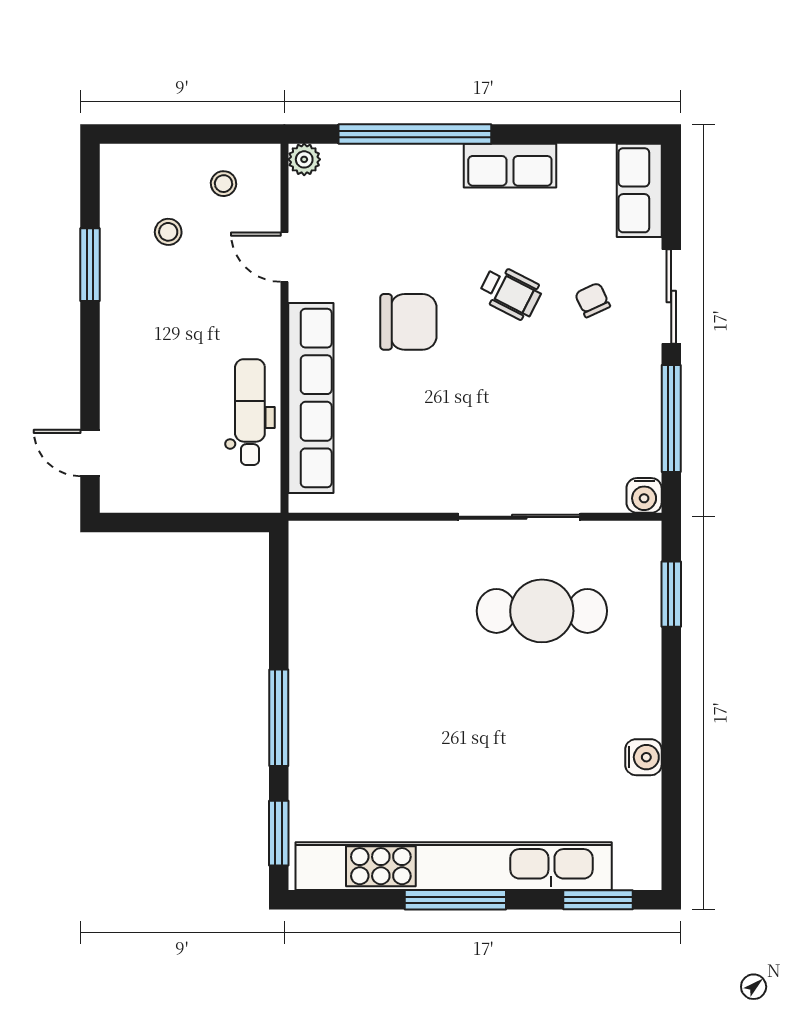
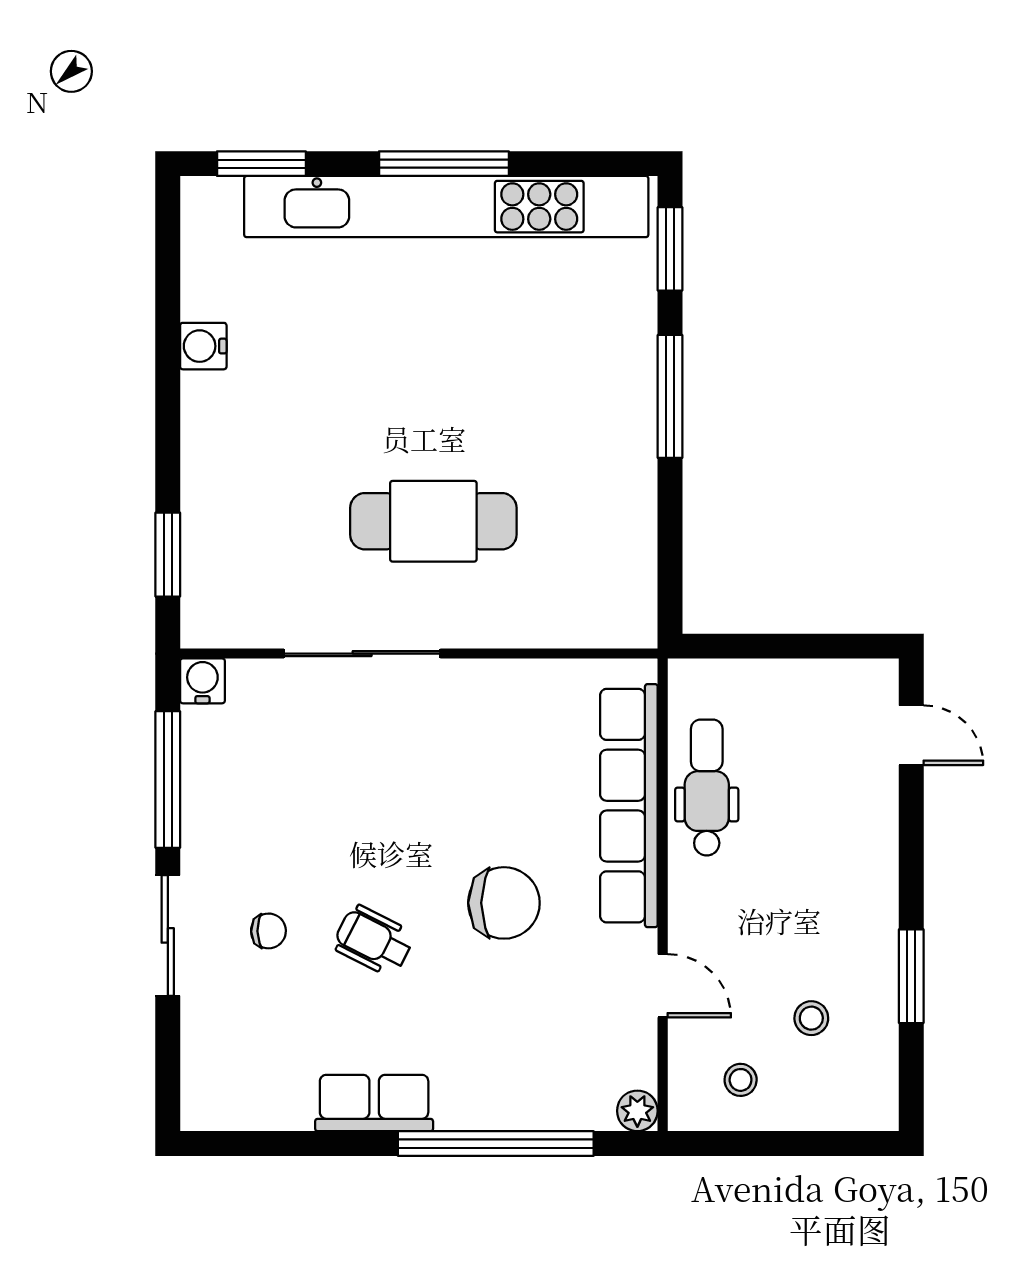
row of seats: (639, 190) -> (209, 1071), removed
chair: (593, 300) -> (268, 931), turned -66
chair: (408, 322) -> (504, 903), turned 180
dental chair: (250, 412) -> (707, 788), turned 180
cafe table: (542, 611) -> (433, 521), moved

